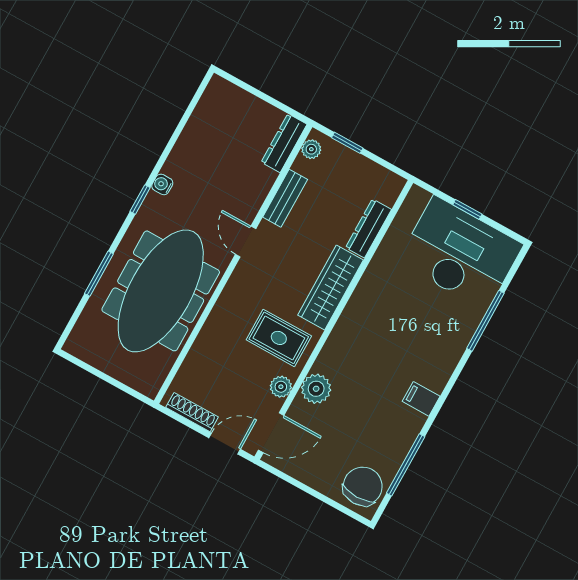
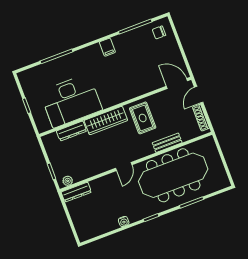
water cooler: (162, 184) -> (124, 221), moved
bench: (285, 198) -> (167, 143), moved
desk: (460, 253) -> (71, 101), moved, turned -90
plant: (281, 387) -> (158, 98), removed
plant: (316, 389) -> (145, 86), removed
door: (225, 444) -> (199, 95), hinge flipped
chair: (363, 486) -> (159, 32), width x0.54, depth x0.54

